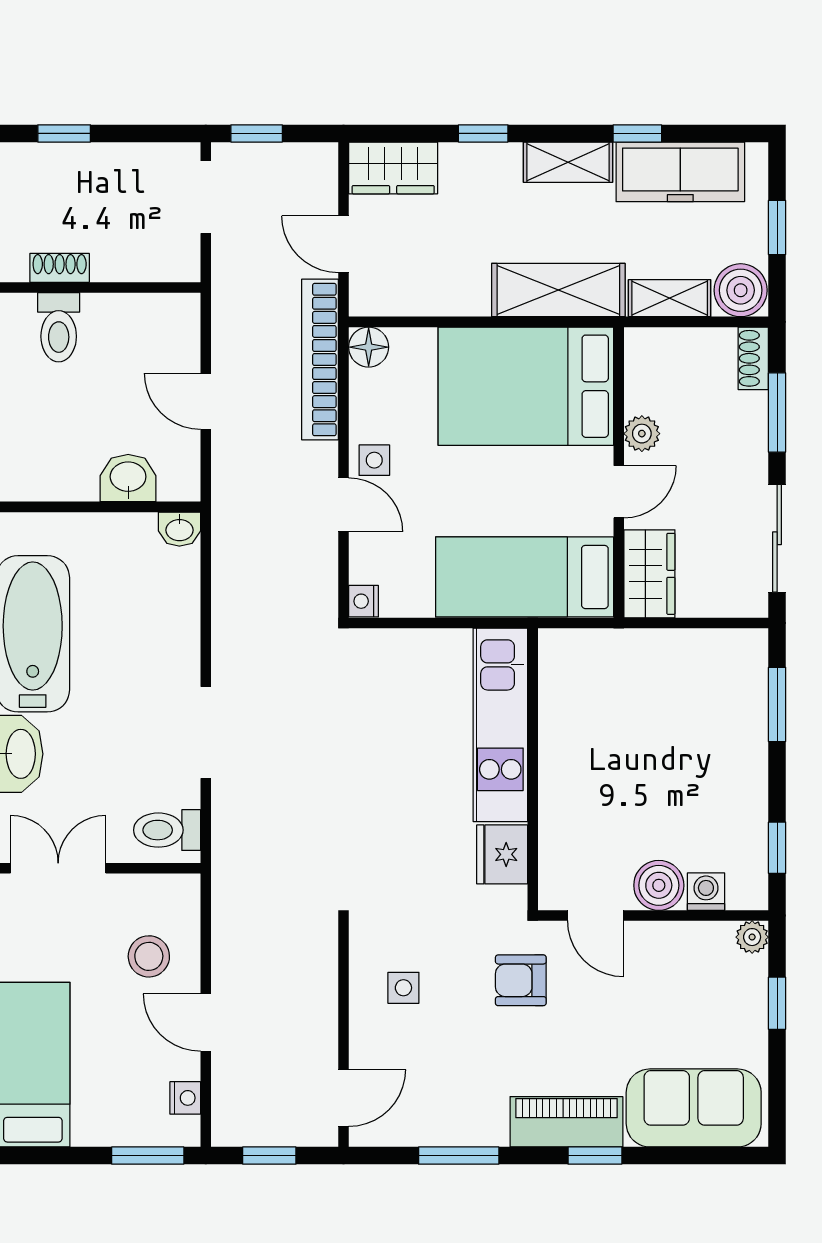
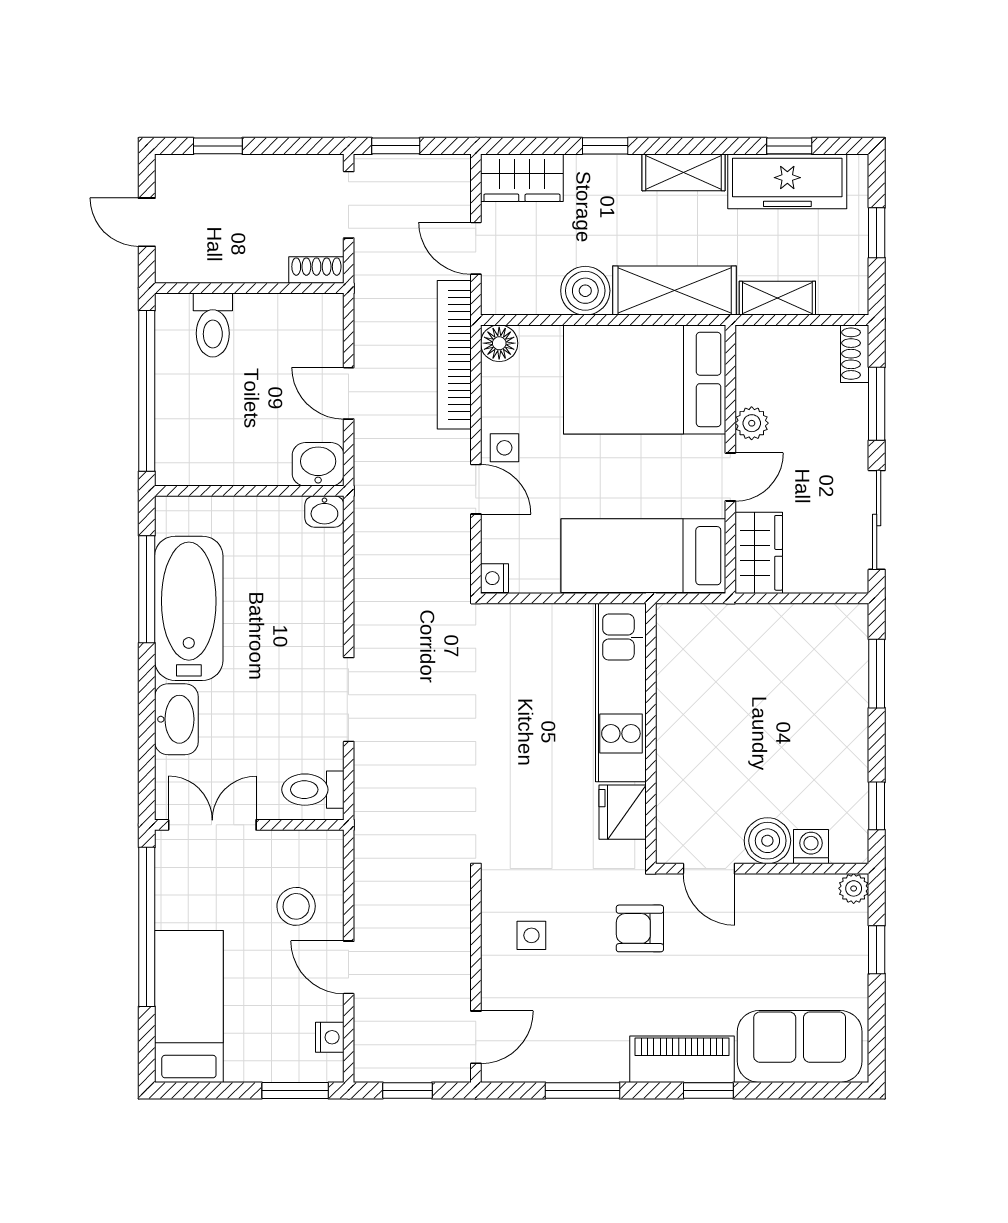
window: (637, 133) -> (789, 146), moved
shoe rack: (60, 268) -> (316, 270), moved
boiler: (741, 290) -> (585, 291), moved
washbasin: (128, 478) -> (318, 464), moved

